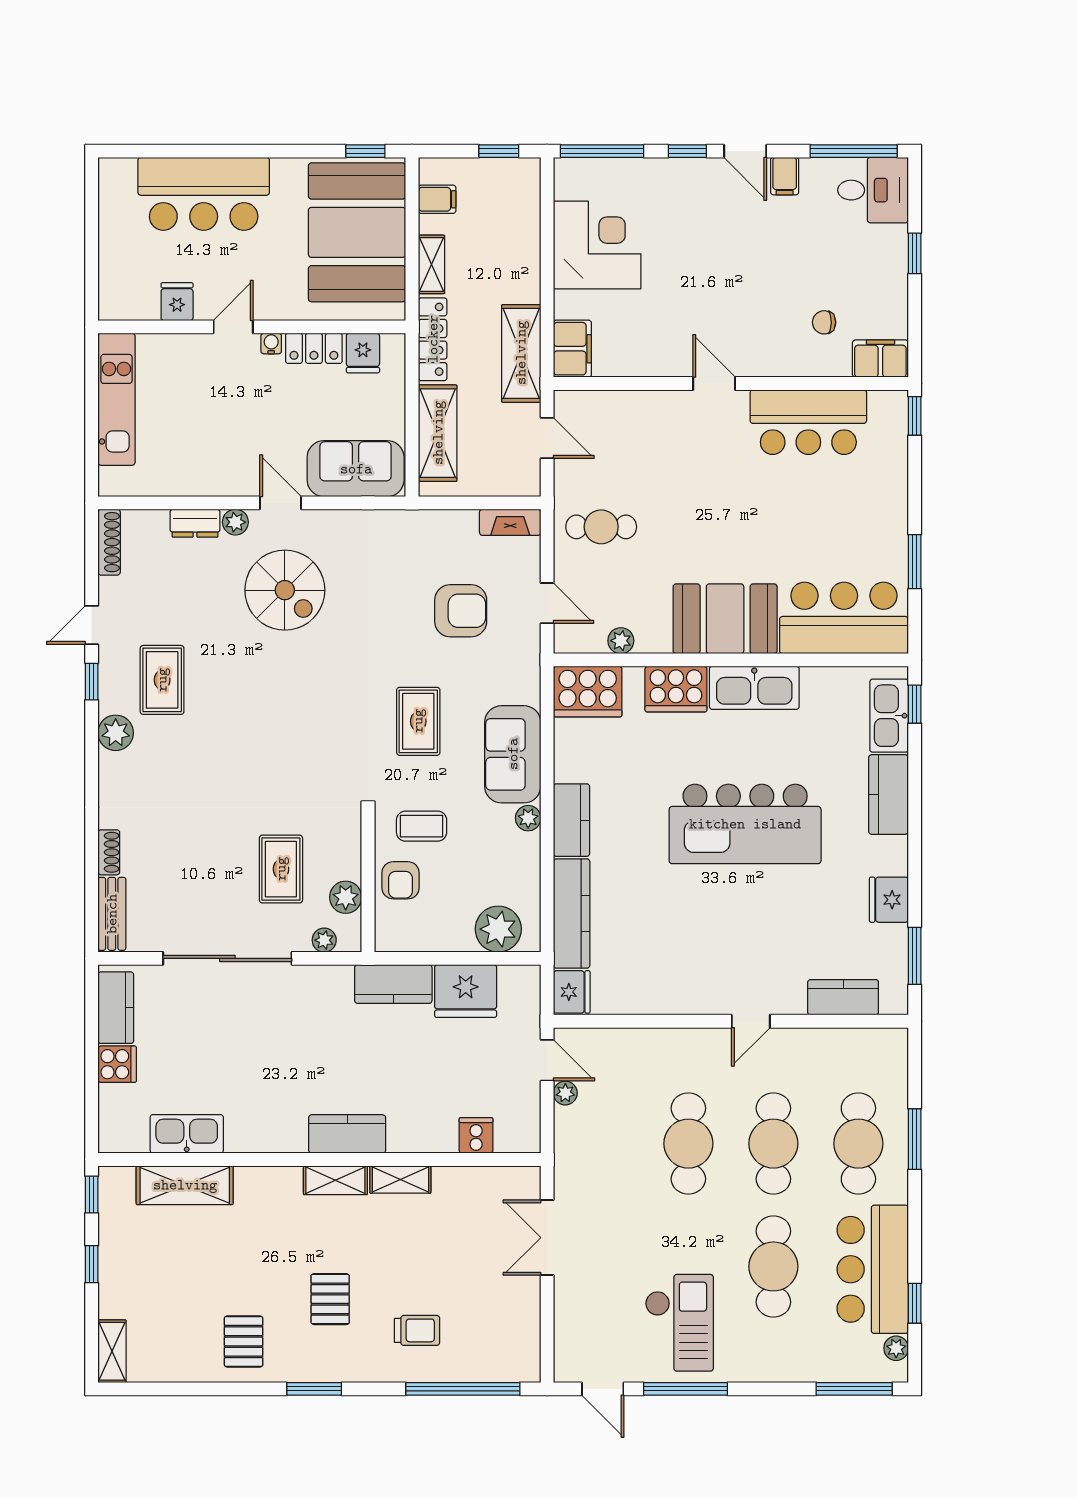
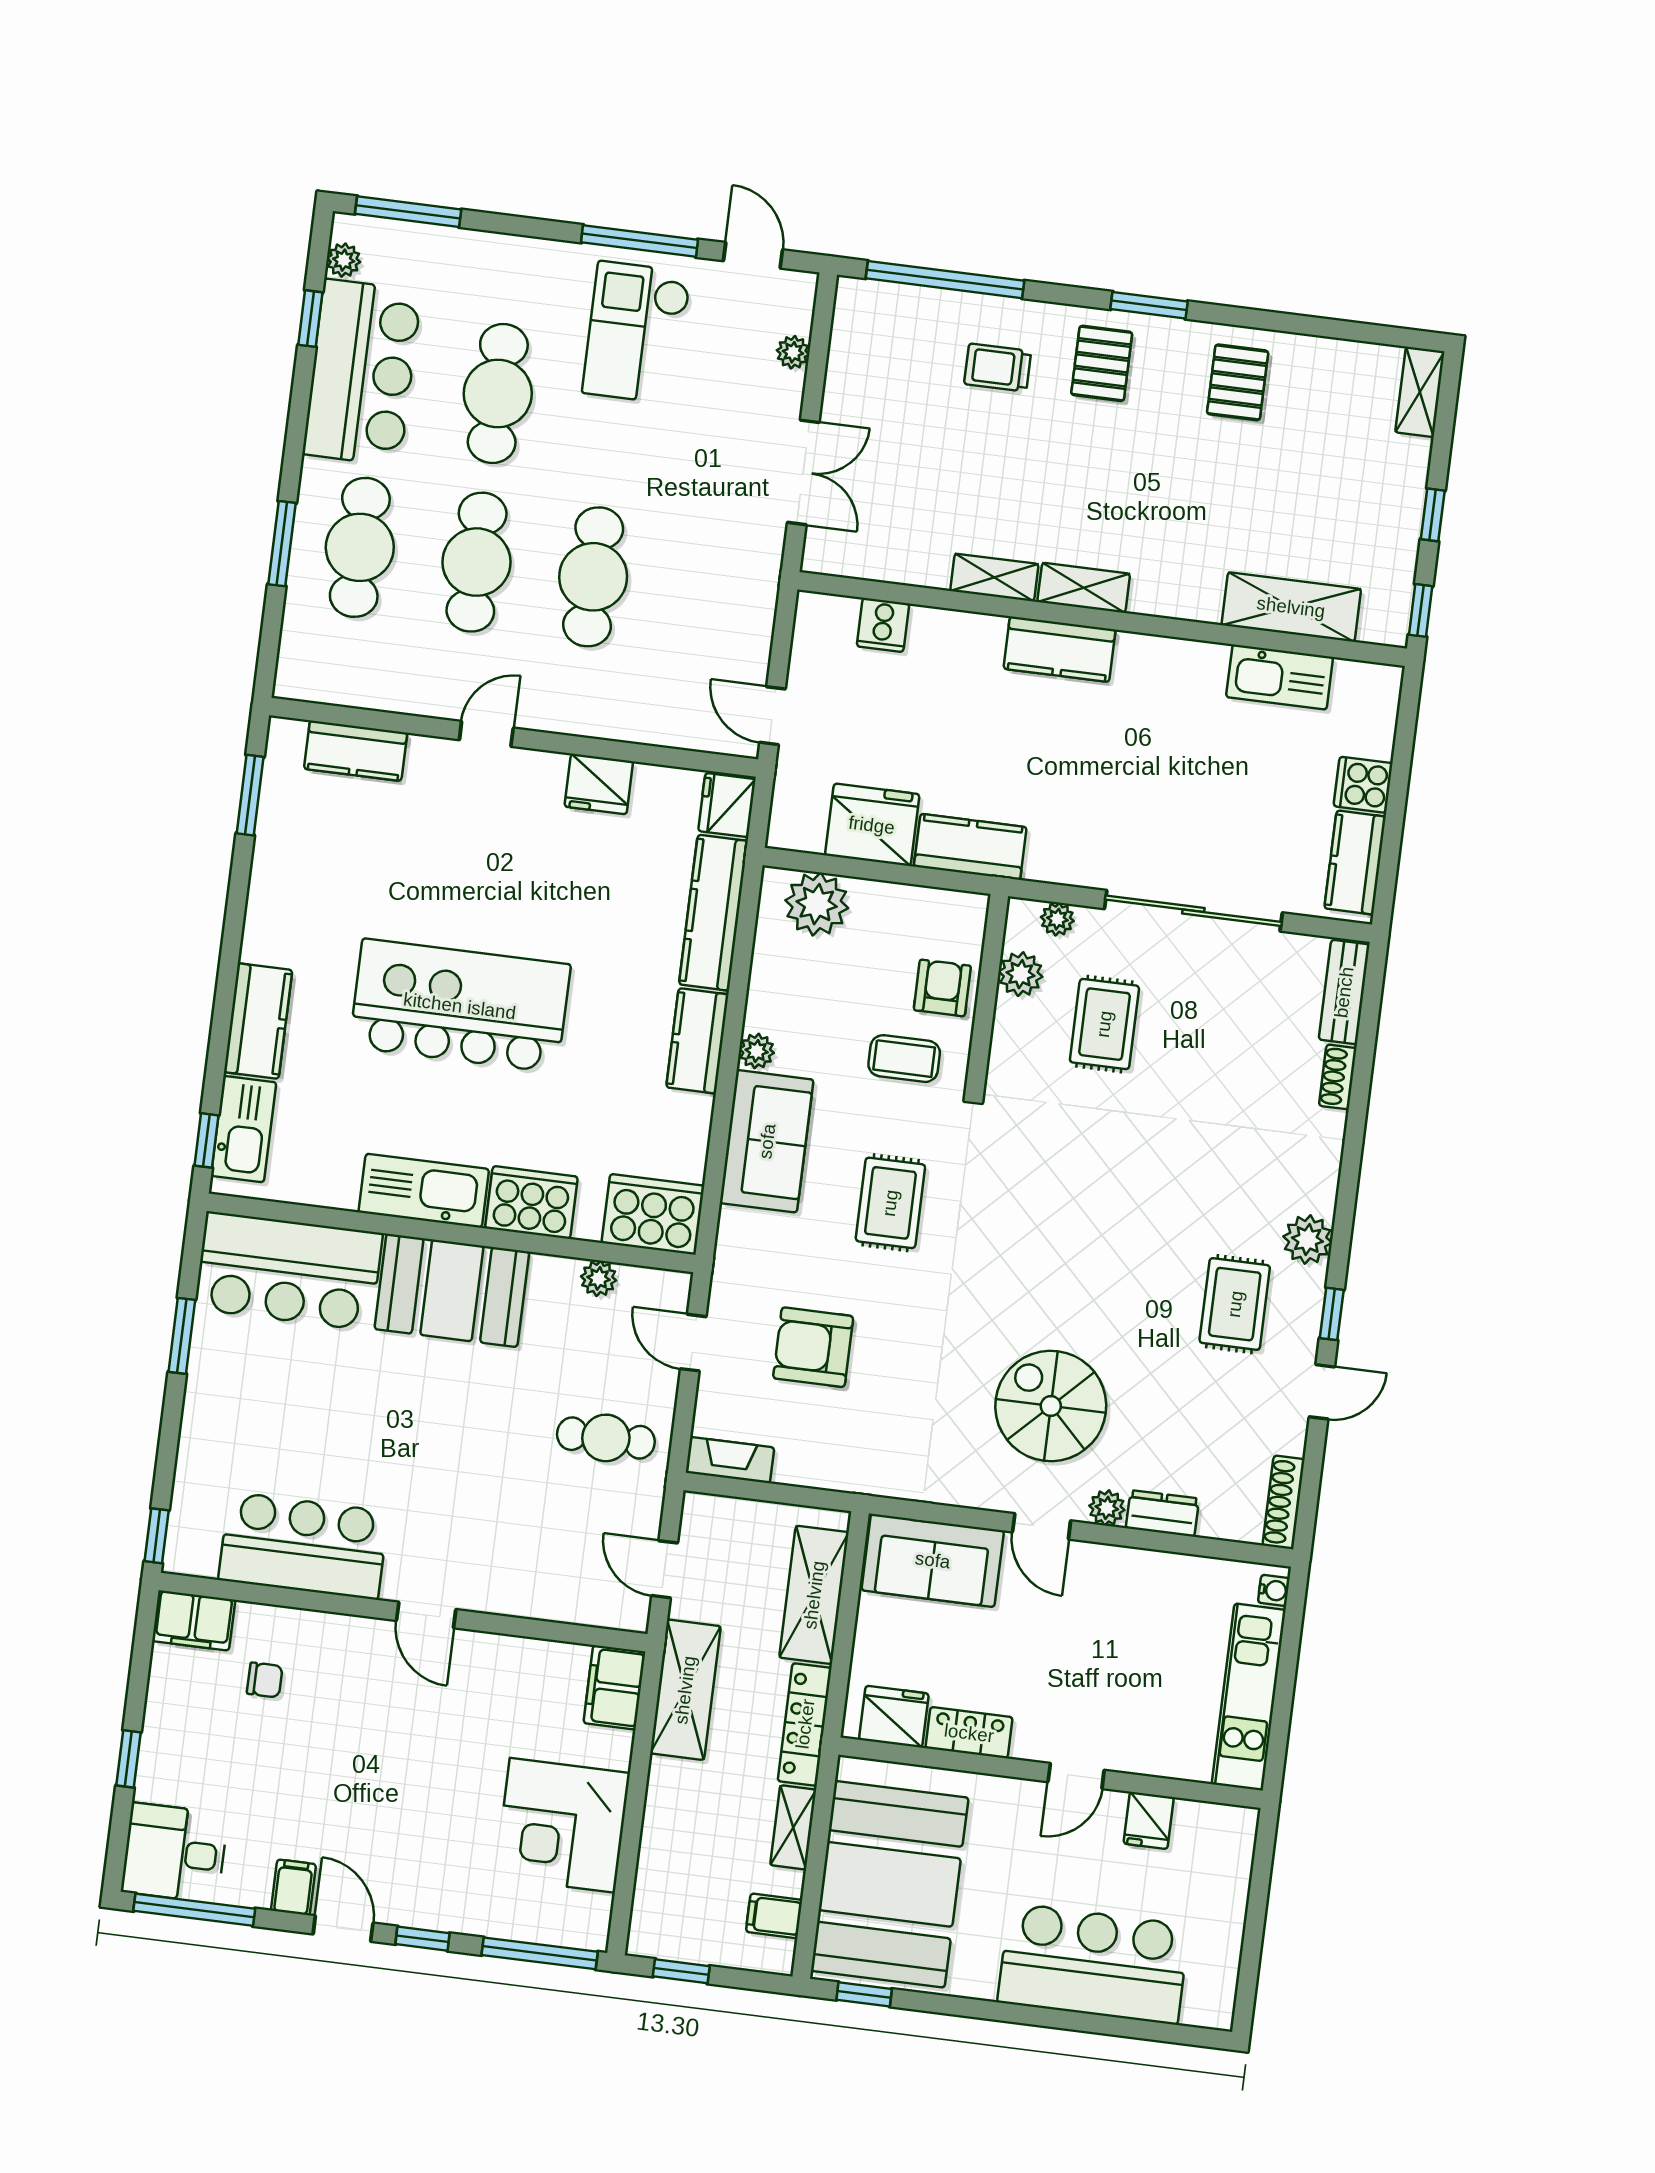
water cooler: (271, 344) -> (1274, 1590), moved, turned -90
fridge: (363, 353) -> (894, 1717), width x1.38
fridge: (889, 900) -> (599, 784), moved, turned 90
plant: (565, 1093) -> (793, 352), moved
pallet: (330, 1299) -> (1102, 363), moved

